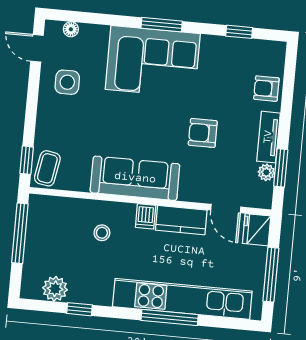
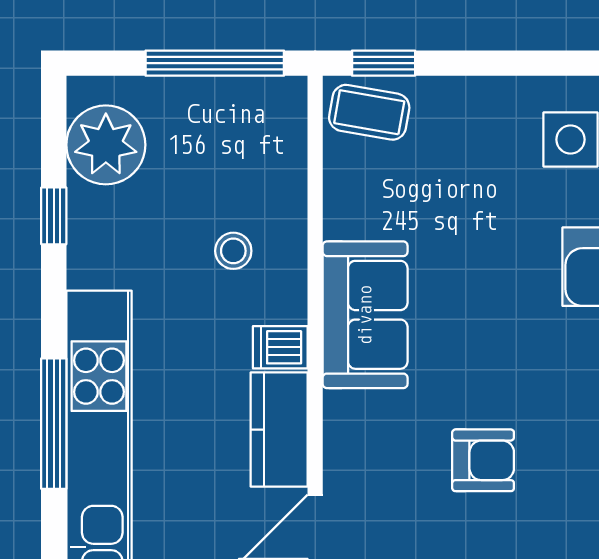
armchair: (203, 133) -> (483, 460), turned 90
sofa: (135, 178) -> (365, 315), width x0.73
plant: (55, 289) -> (106, 145), width x1.36, depth x1.36

